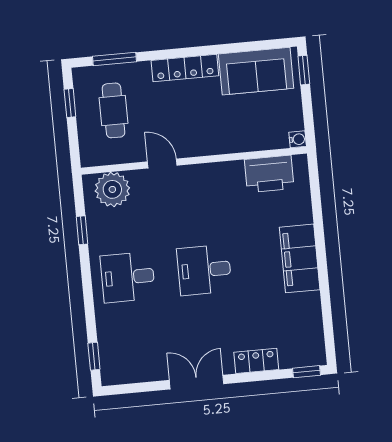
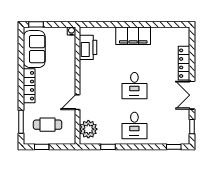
locker: (256, 361) -> (184, 63), width x1.53
window: (307, 372) -> (192, 127), moved

